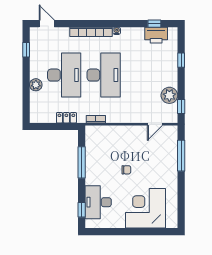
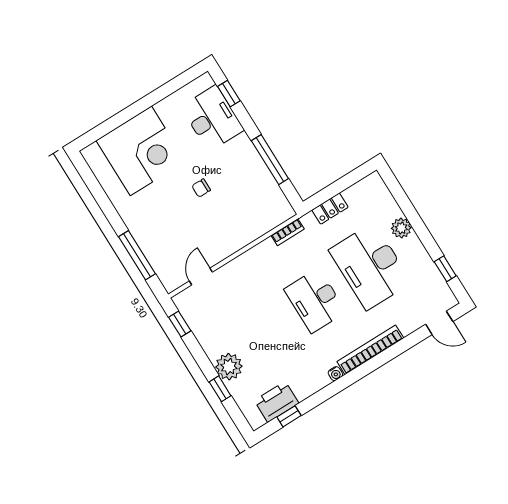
desk: (104, 75) -> (315, 301), width x0.73, depth x0.77
plant: (169, 95) -> (229, 367), moved

